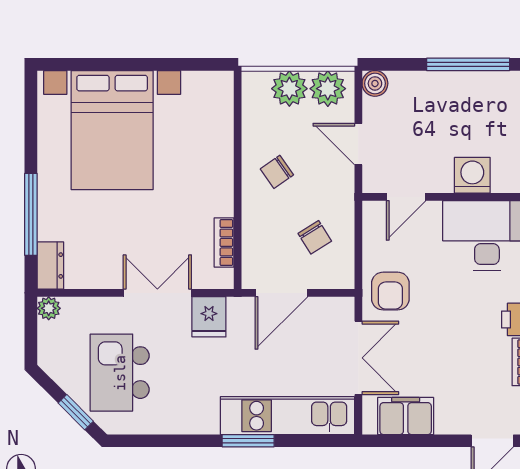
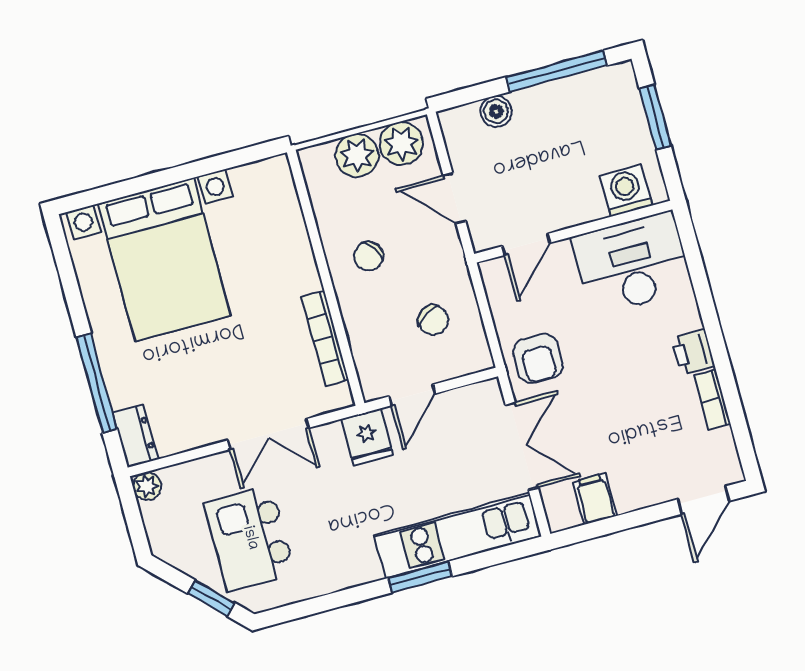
boiler: (375, 83) -> (496, 111), moved
washing machine: (472, 175) -> (626, 191), moved
bookcase: (224, 242) -> (325, 339), width x1.56
double door: (157, 293) -> (268, 434), swing flipped
door: (281, 293) -> (412, 395), width x0.73
fridge: (209, 317) -> (367, 437), moved
filing cabinet: (406, 416) -> (595, 499), width x0.50

